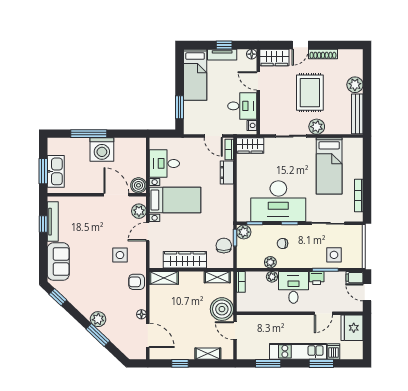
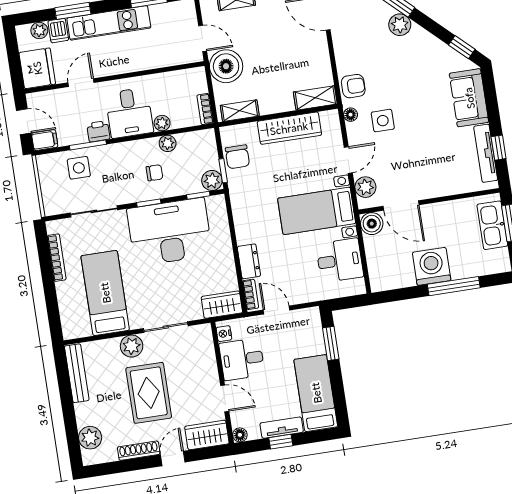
plant: (355, 85) -> (90, 438), moved
floor lamp: (141, 314) -> (351, 115), moved
plant: (347, 354) -> (39, 30), added

